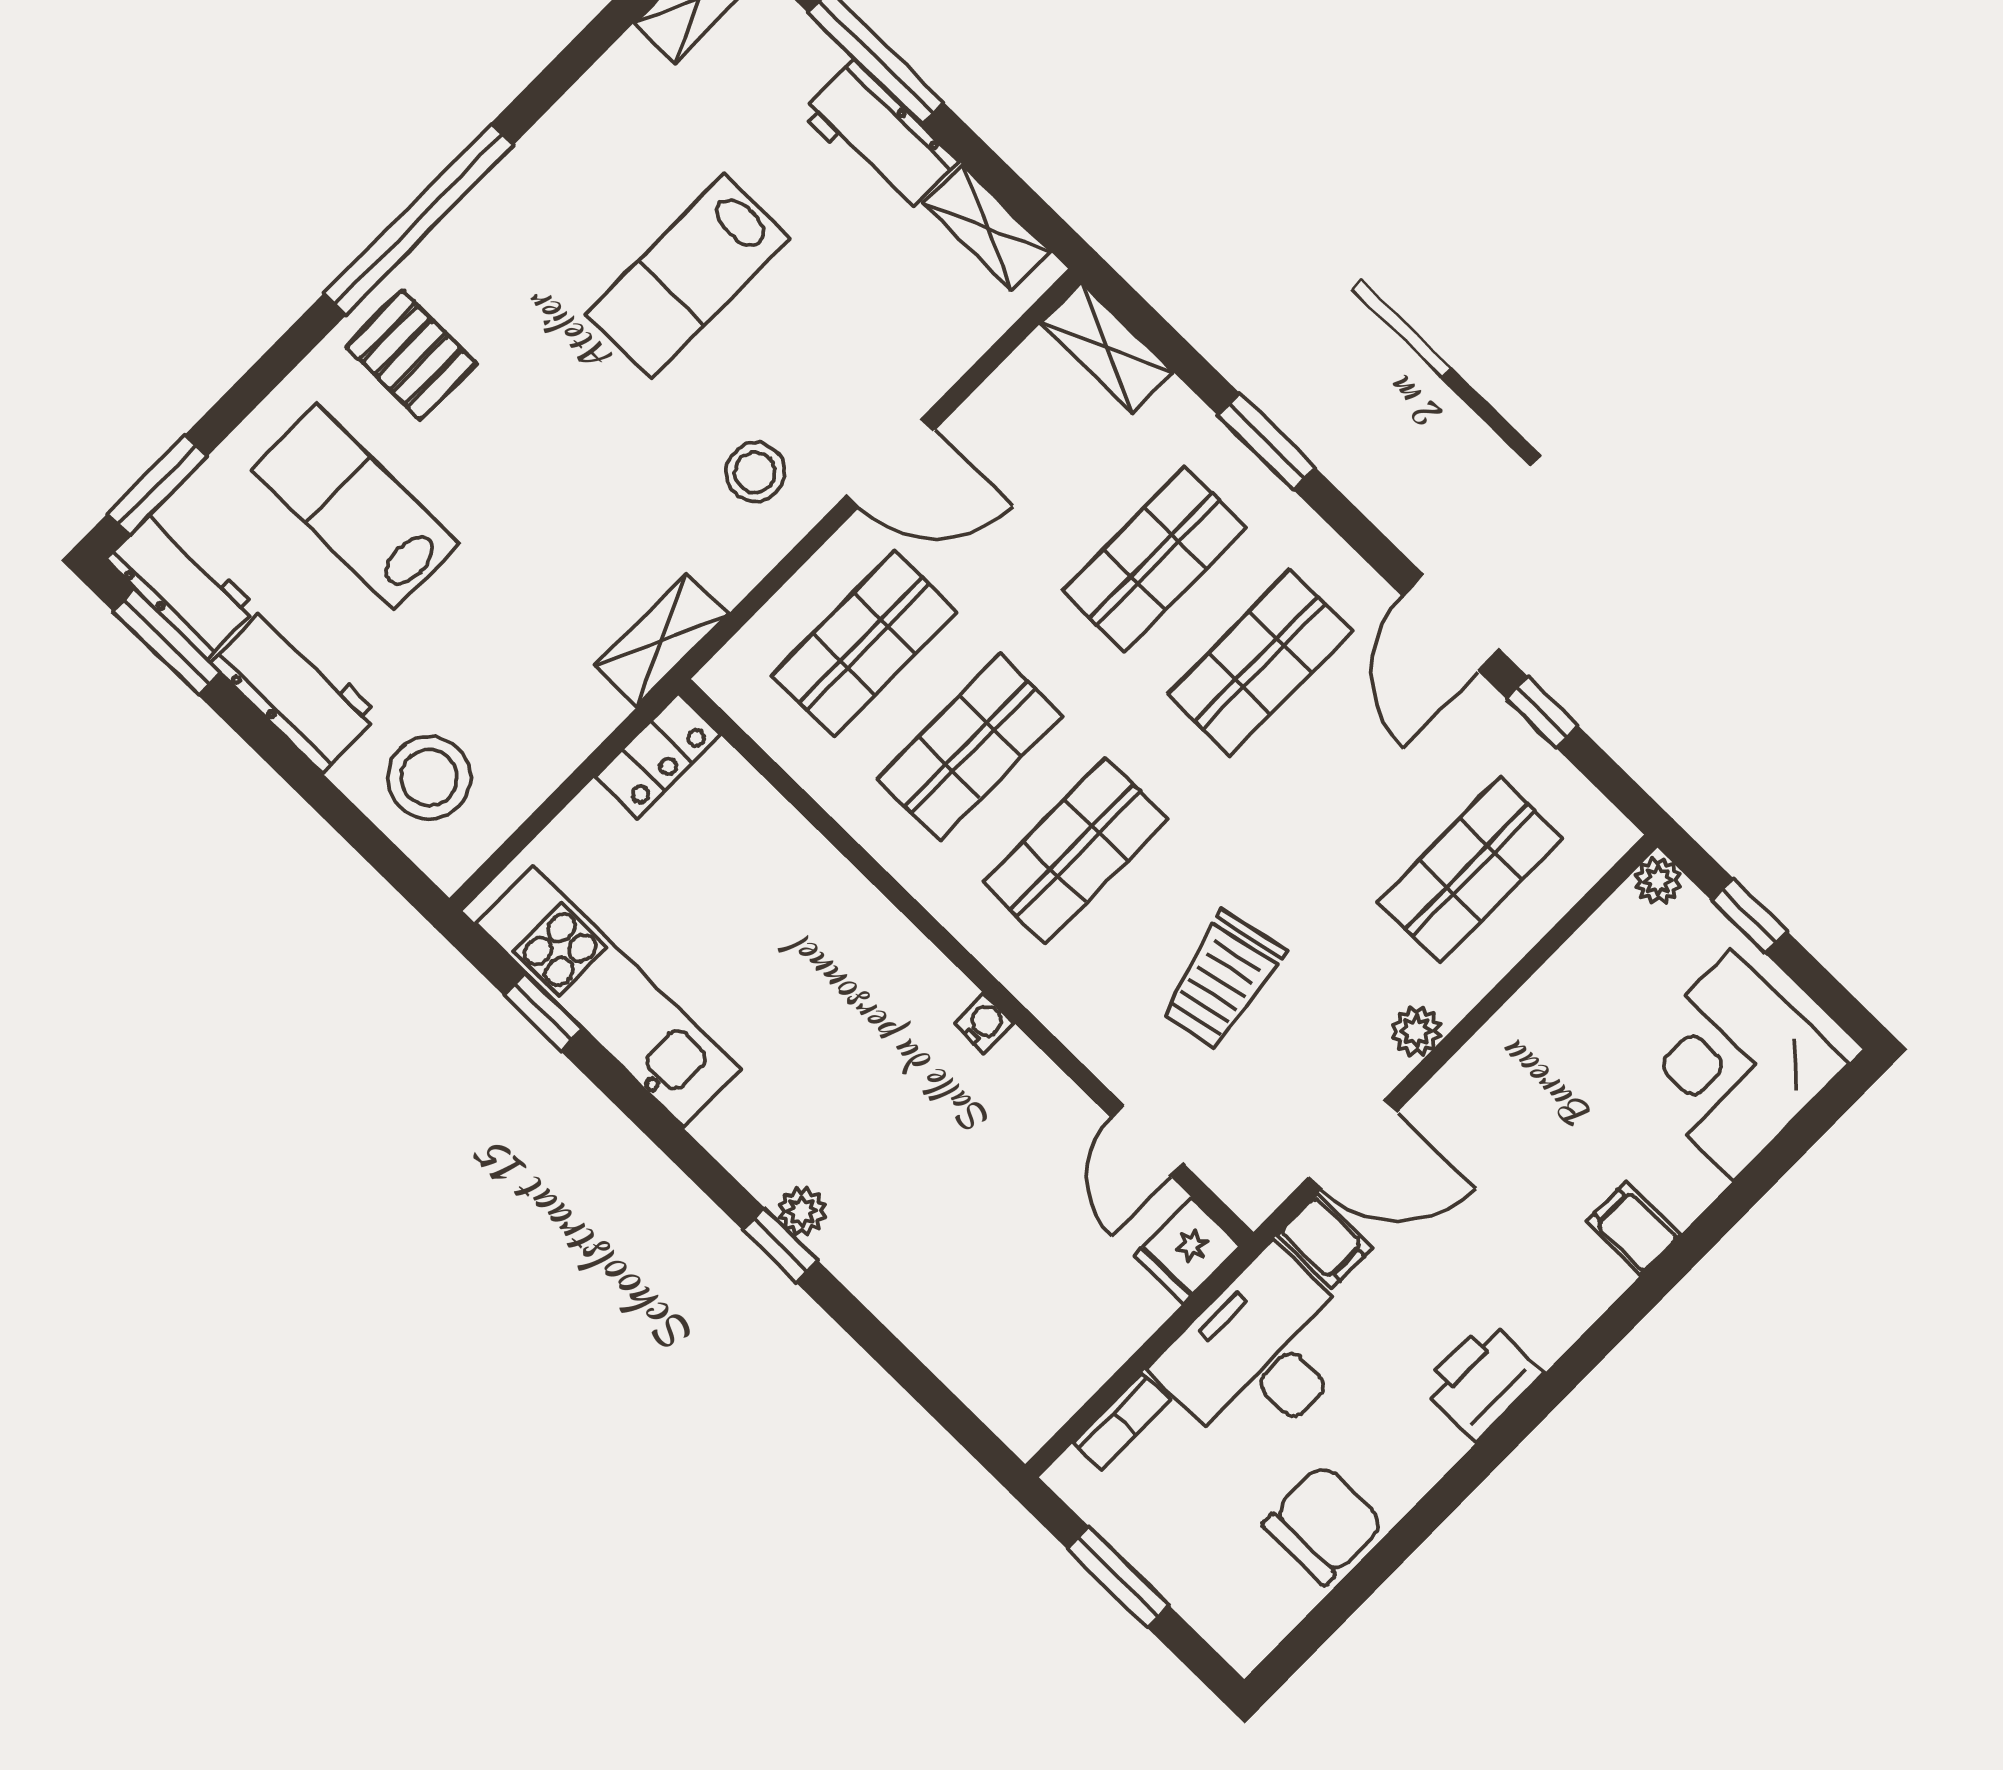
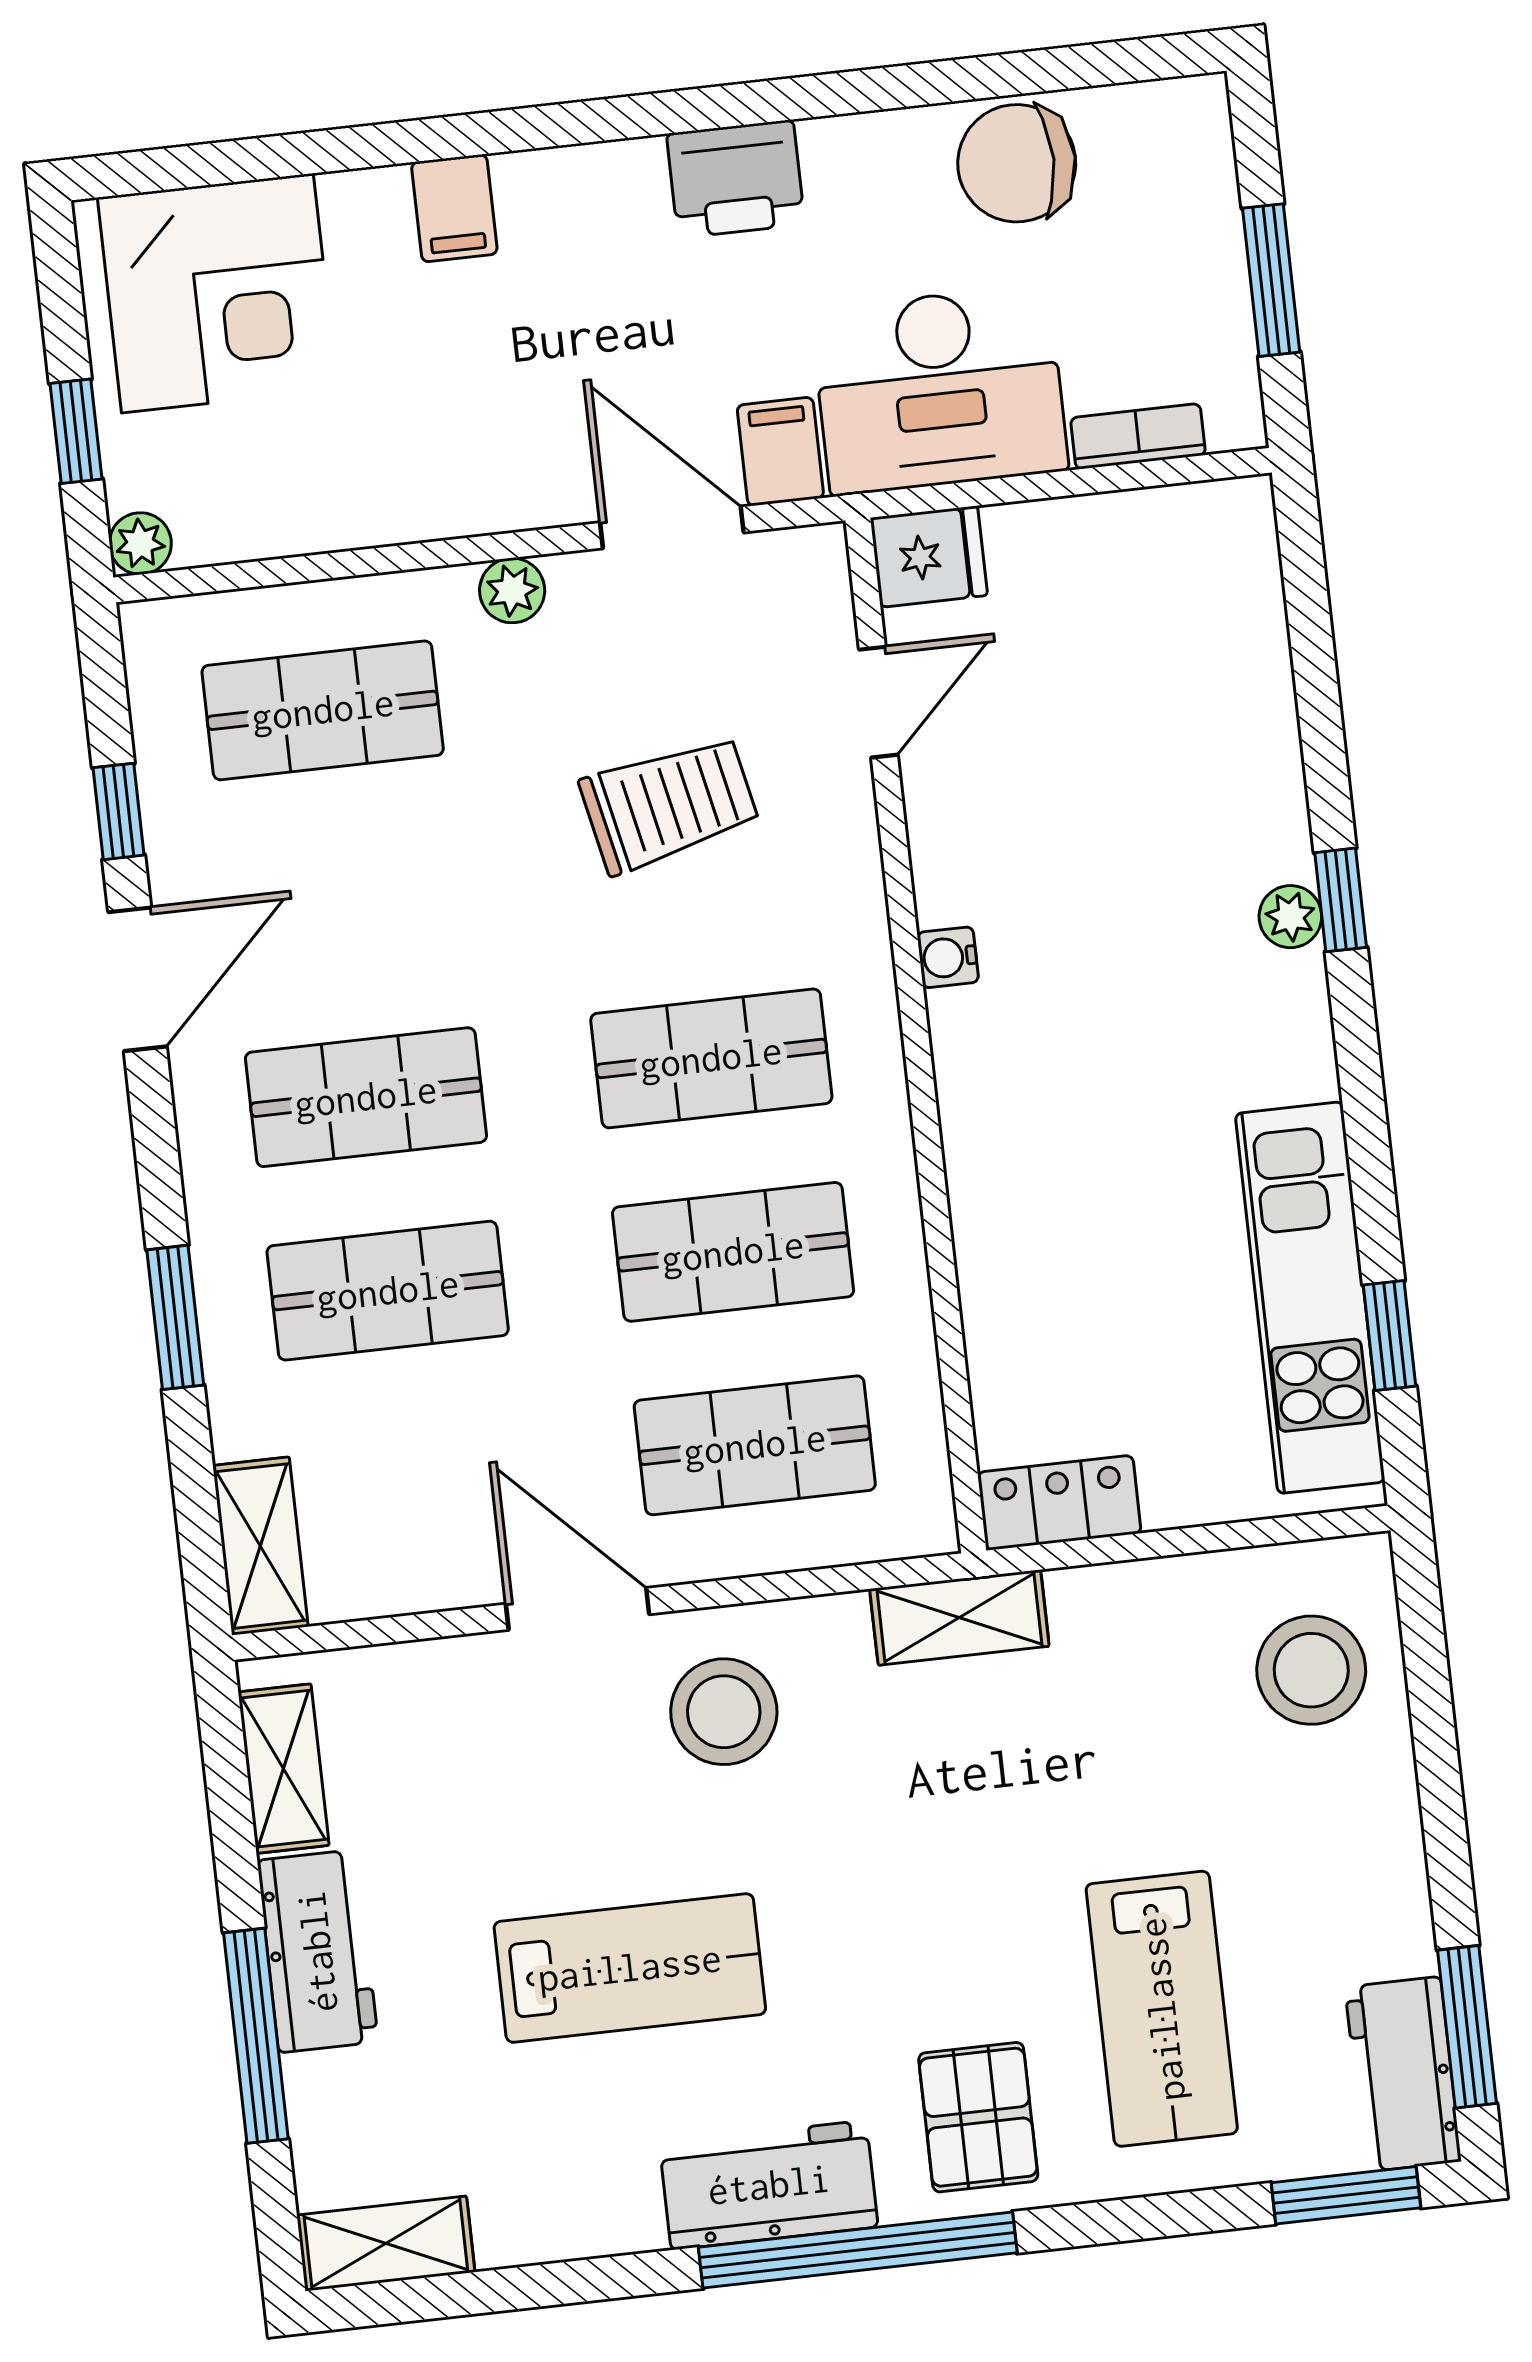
stool: (755, 472) -> (724, 1712), width x1.38, depth x1.38
workbench: (295, 689) -> (769, 2185), moved, turned 90

